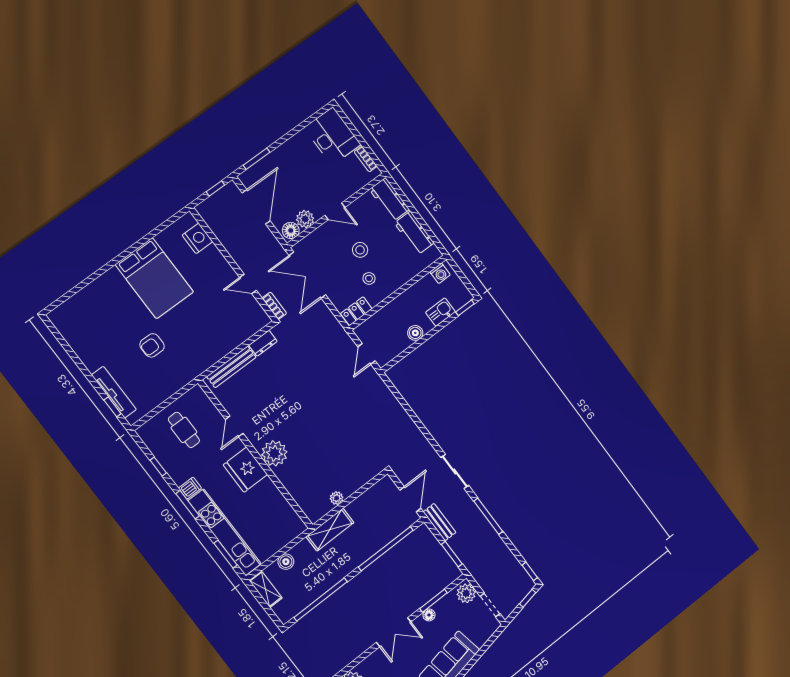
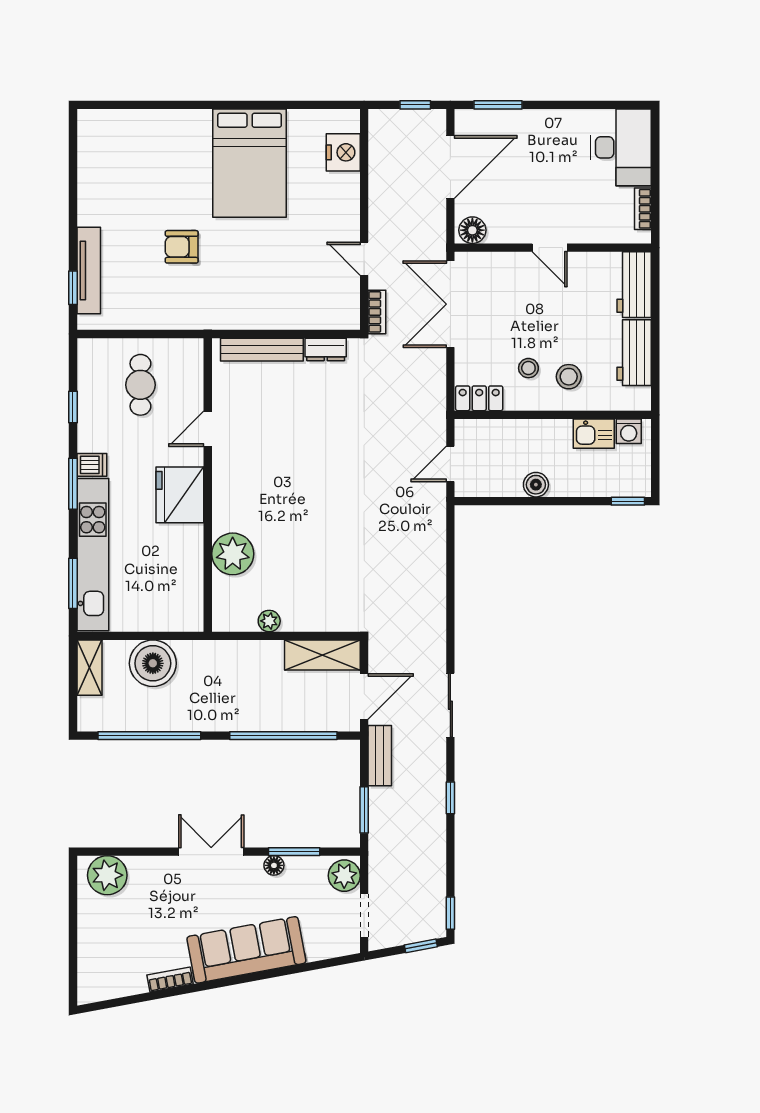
plant: (305, 219) -> (503, 229), removed
stool: (360, 250) -> (569, 377), moved
kitchen sink: (440, 312) -> (594, 434), moved, turned 180
plant: (274, 453) -> (233, 554), moved
window: (488, 516) -> (450, 798), width x0.46
shelving: (330, 530) -> (322, 655), moved
boiler: (286, 562) -> (153, 663), width x1.86, depth x1.86
double door: (394, 632) -> (211, 852), swing flipped

